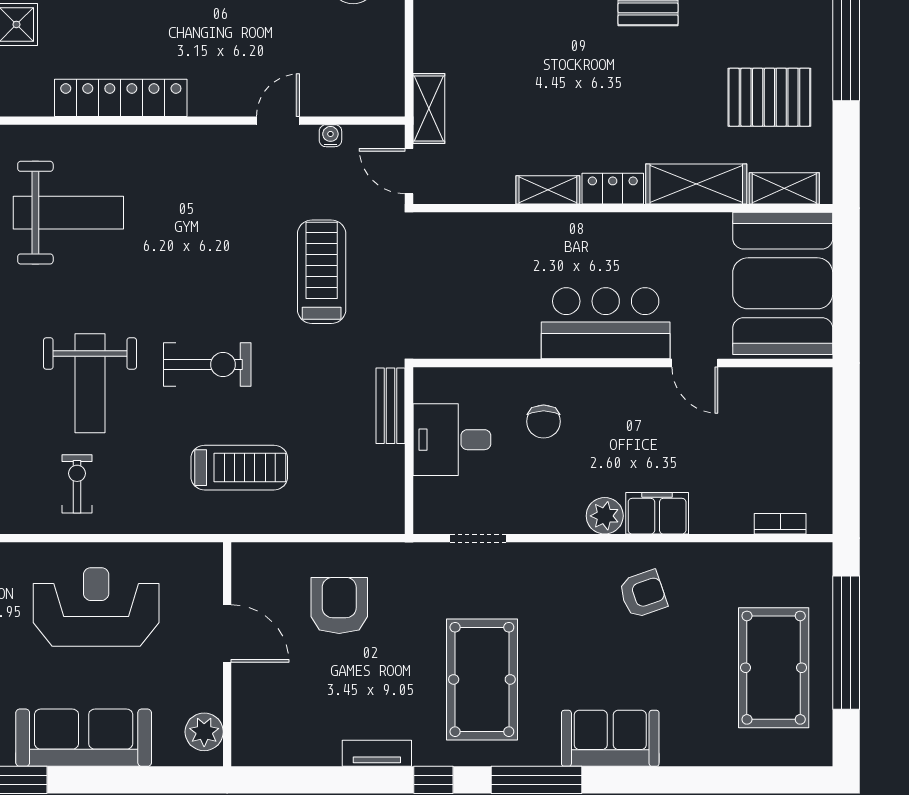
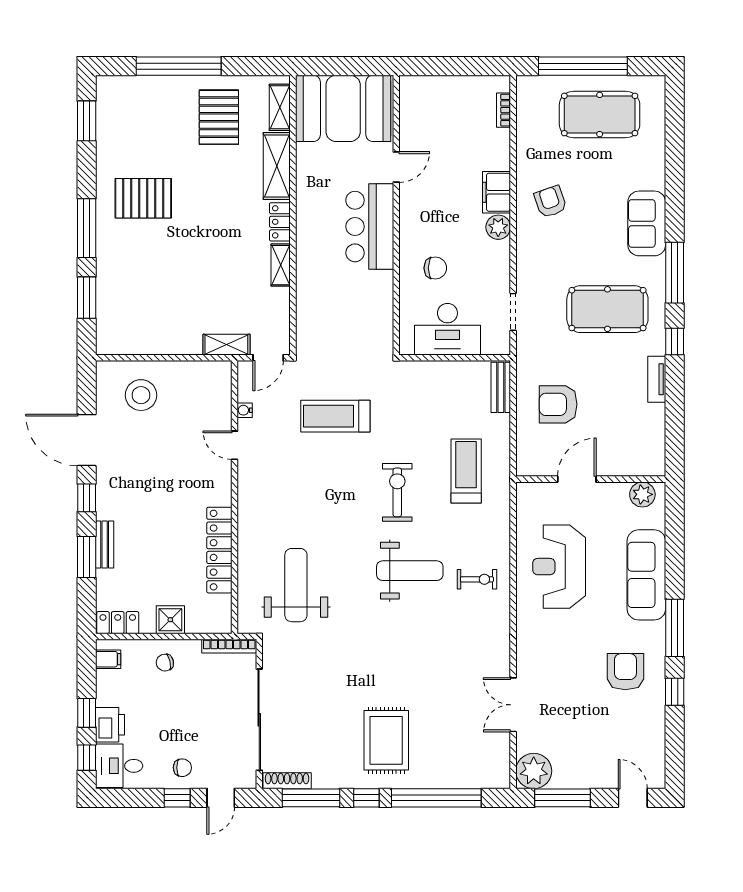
bench: (390, 406) -> (501, 387), moved, turned 90
desk: (452, 440) -> (447, 329), width x1.37
exercise bike: (77, 484) -> (477, 579), turned 180

